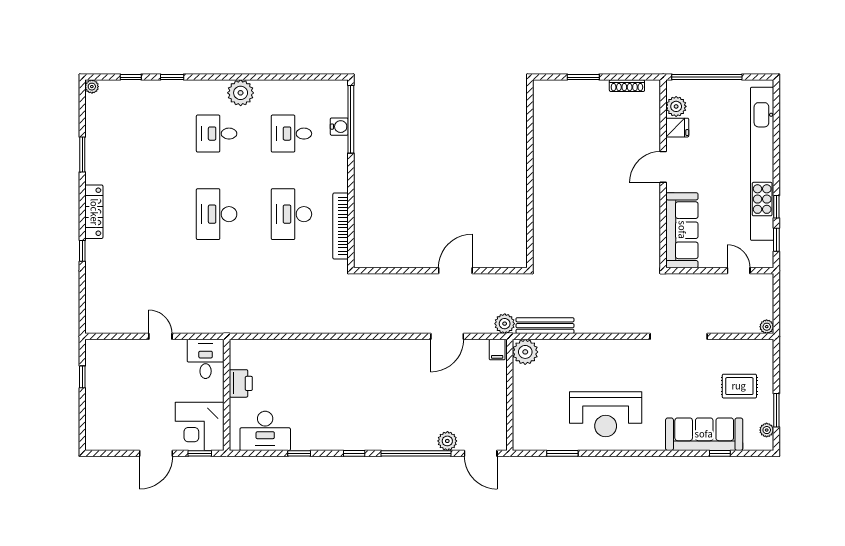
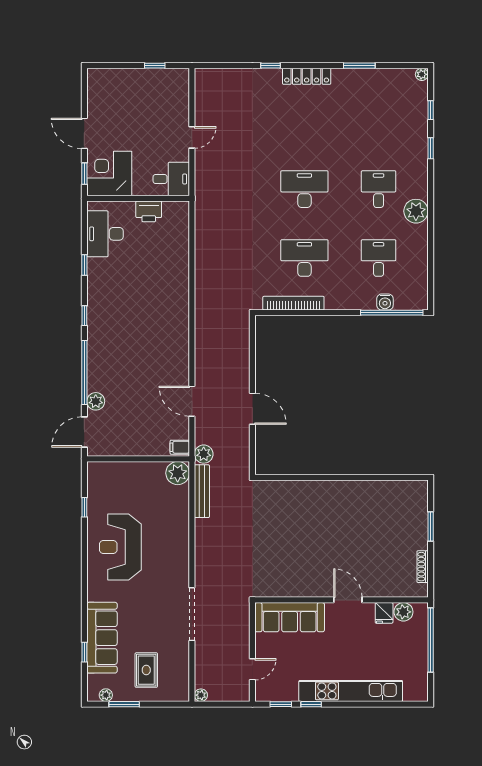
kitchen unit: (762, 164) -> (351, 691), width x0.73
window: (562, 453) -> (84, 507), width x0.67

